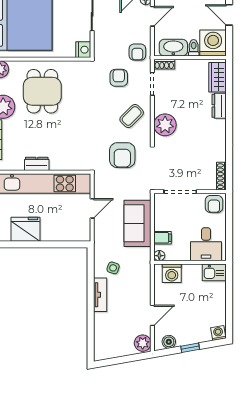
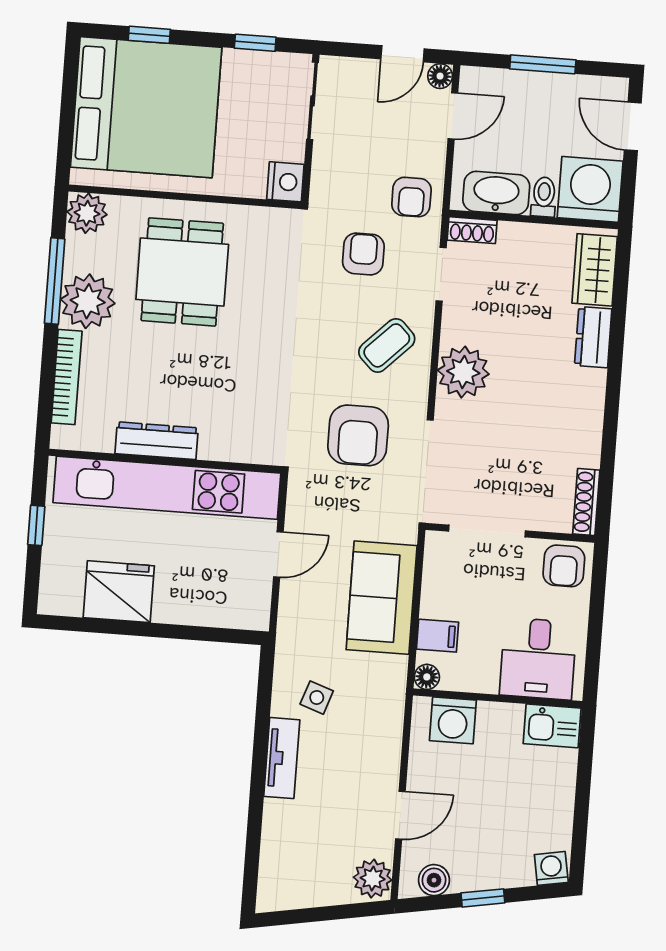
dresser: (37, 164) -> (157, 441), width x1.44

